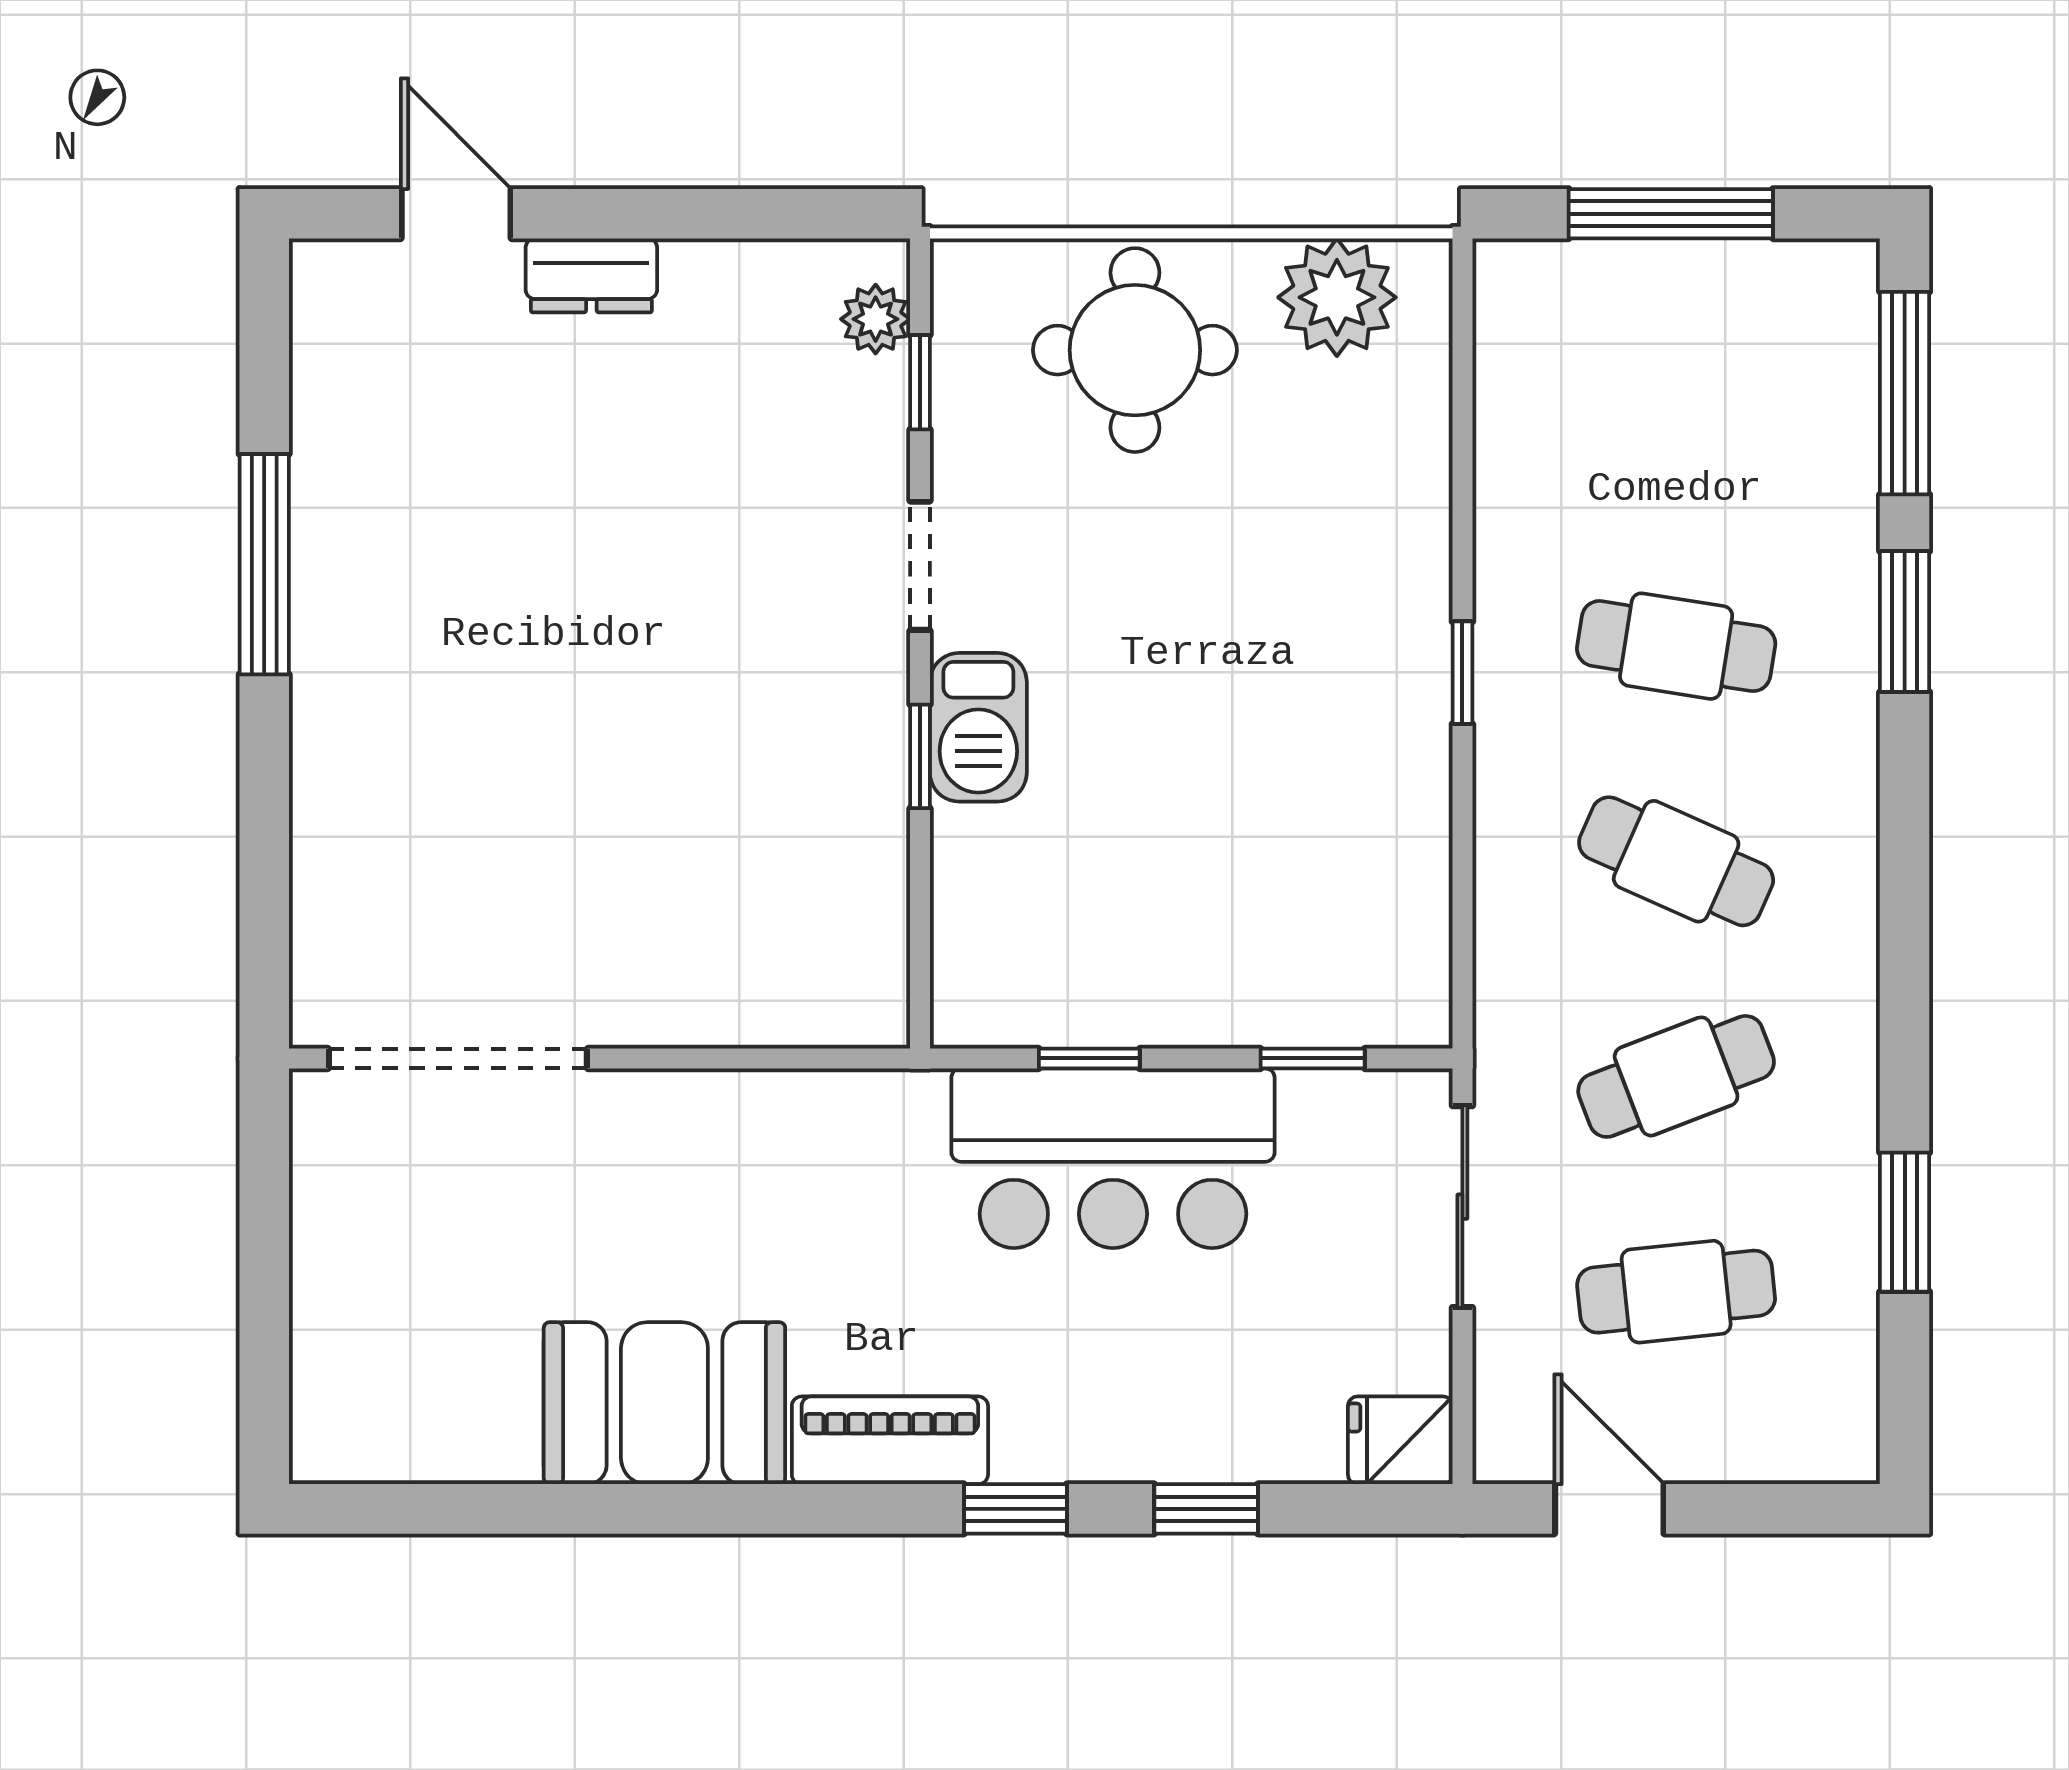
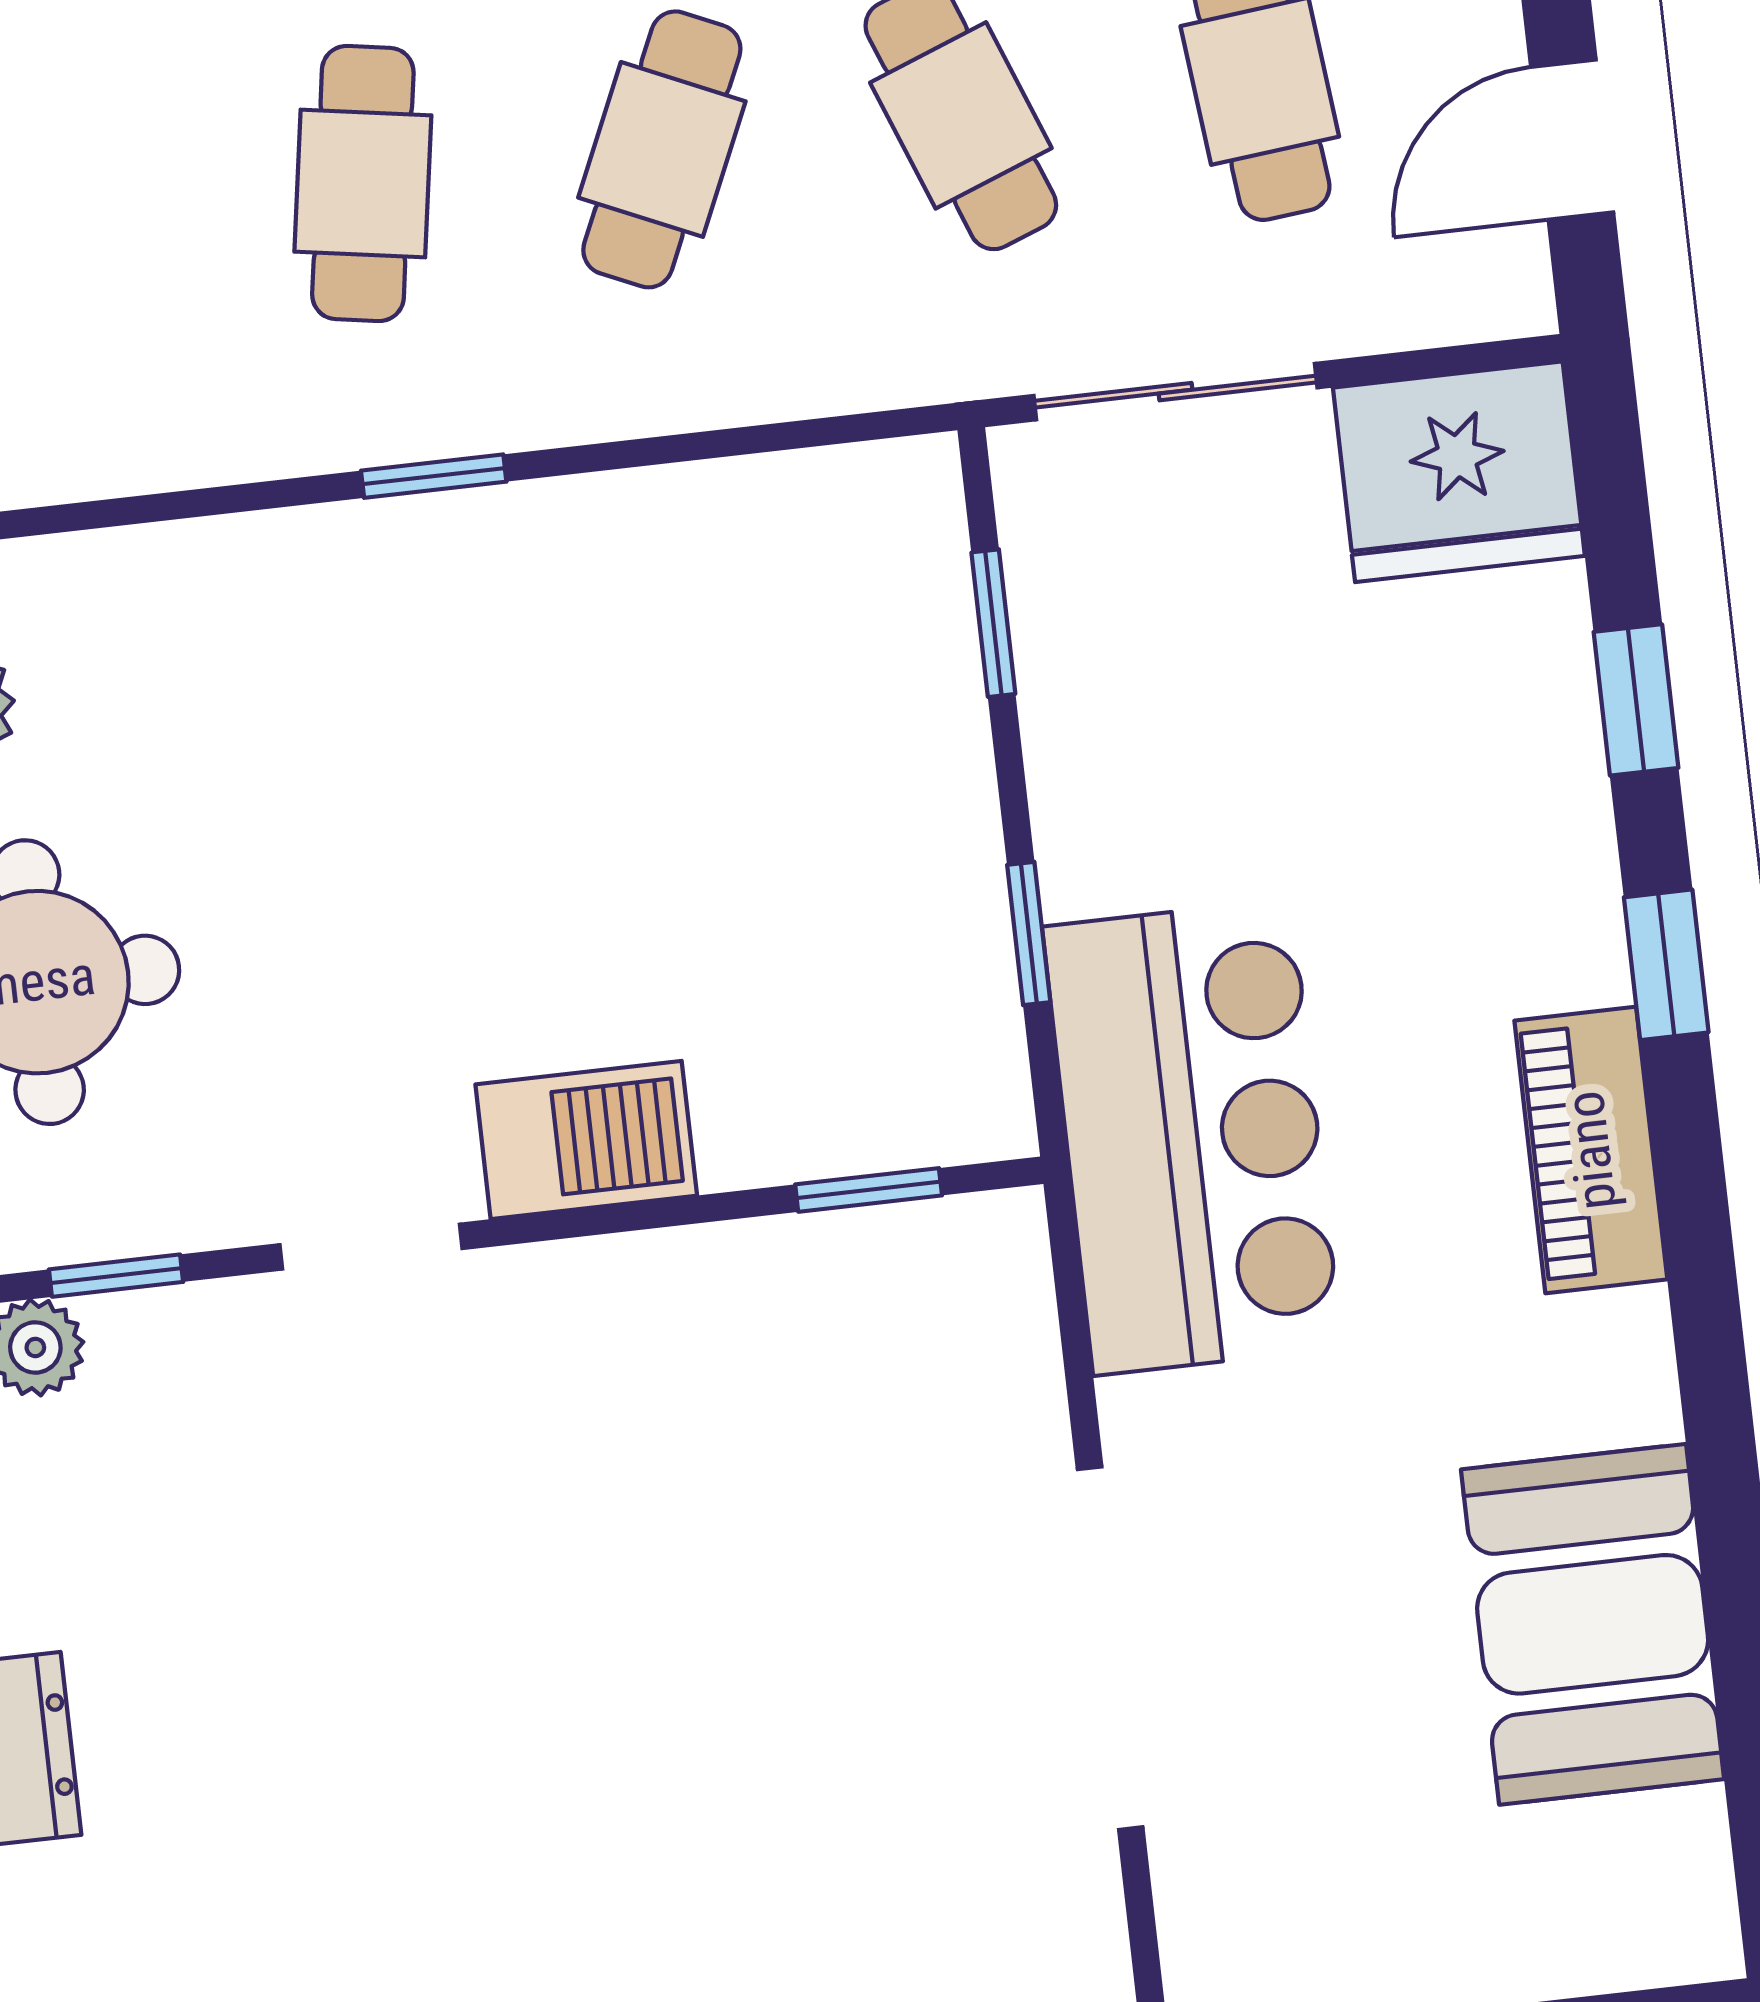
window: (920, 756) -> (869, 1190), moved
doorway: (458, 1058) -> (1110, 1648), moved
bar counter: (1113, 1158) -> (1192, 1137), moved
booth: (664, 1403) -> (1593, 1624), moved
fridge: (1400, 1440) -> (1459, 472), width x1.88, depth x1.34

